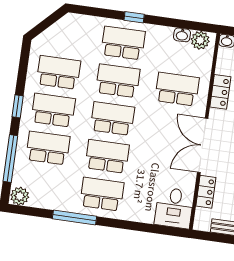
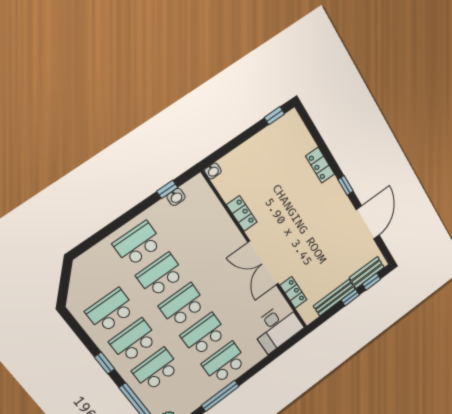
window: (134, 17) -> (167, 189), moved
plant: (200, 40) -> (193, 189), removed
school desk: (177, 89) -> (209, 241), removed
desk: (174, 208) -> (277, 327), width x1.37

